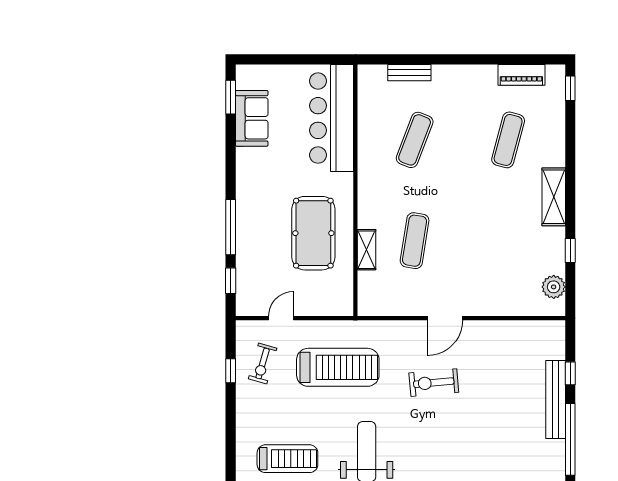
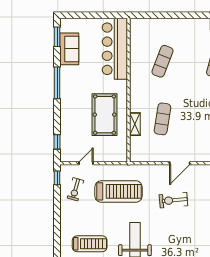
bench: (409, 73) -> (160, 23), removed
window: (231, 227) -> (57, 83), moved
window: (231, 371) -> (57, 178), moved

